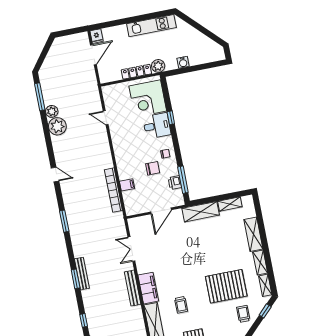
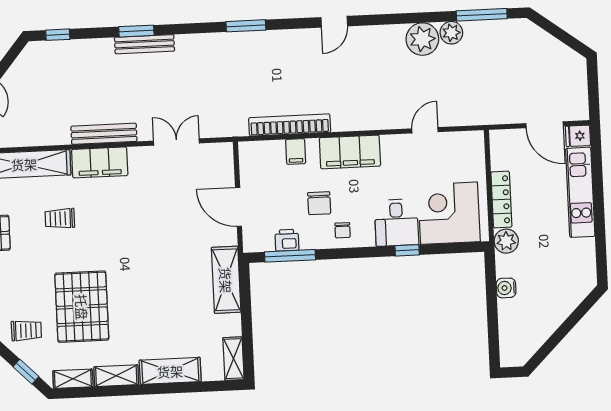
kitchen unit: (151, 26) -> (580, 192), moved
filing cabinet: (123, 156) -> (350, 152), added
shelving: (230, 204) -> (233, 359), moved

